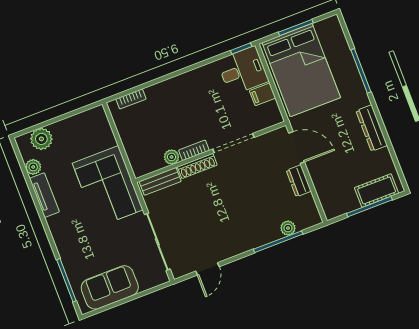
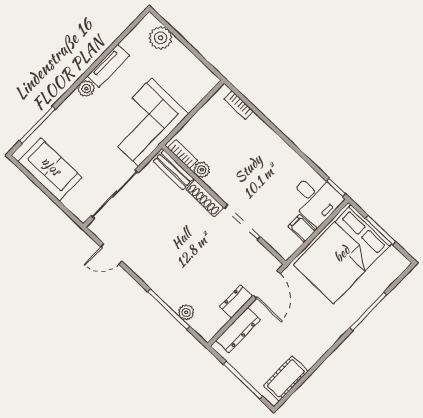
dresser: (372, 128) -> (238, 330), moved, turned 180
bookcase: (194, 150) -> (183, 154), moved
plant: (33, 167) -> (86, 89), moved
cot: (377, 190) -> (286, 378), moved, turned 90

